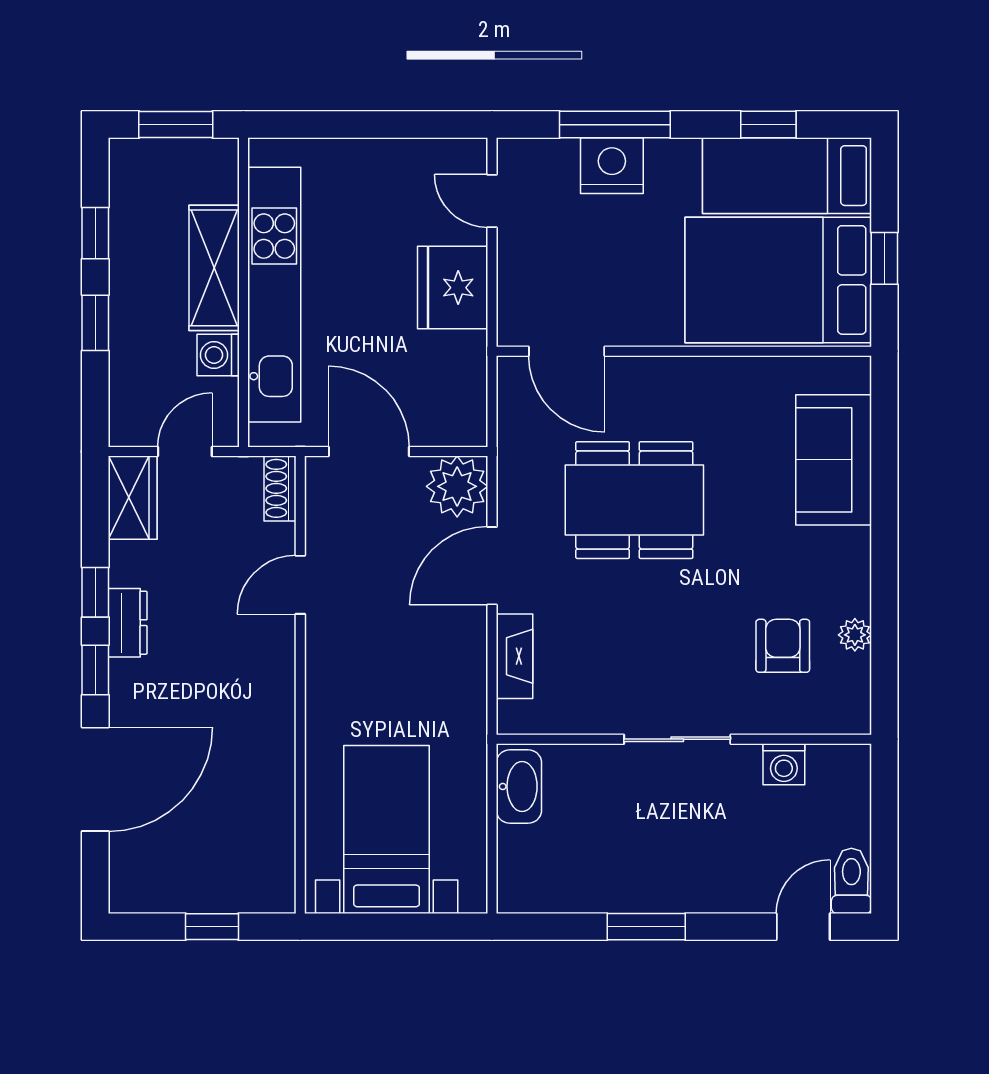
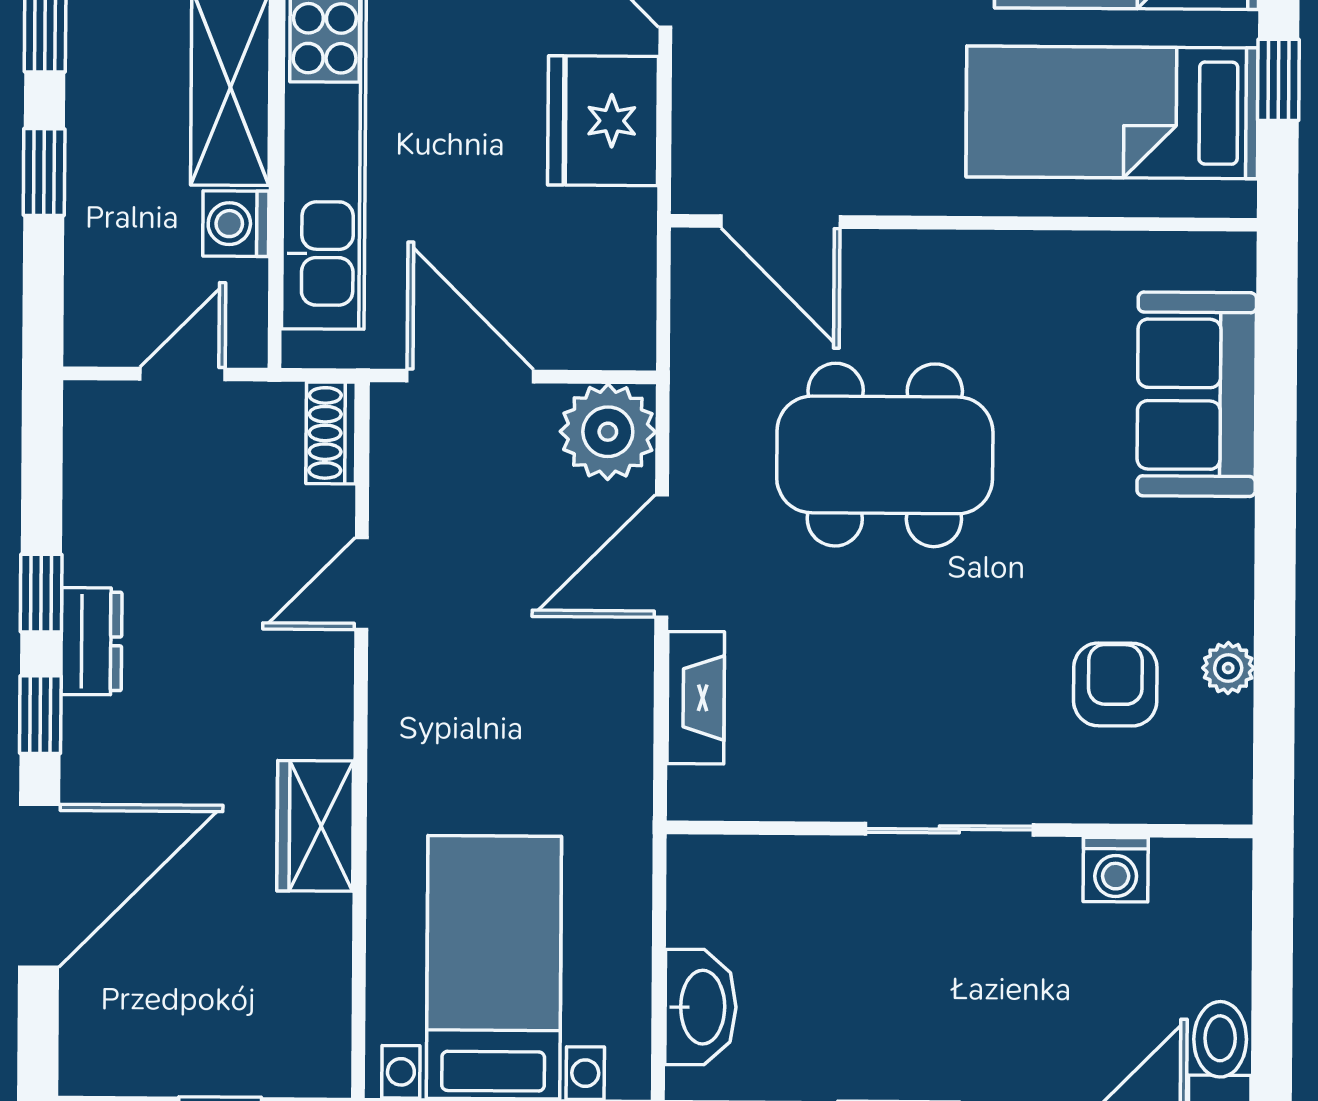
bed: (778, 280) -> (1112, 112), width x0.67
wardrobe: (133, 498) -> (315, 826), moved, turned 180
washbasin: (519, 786) -> (701, 1007), moved

